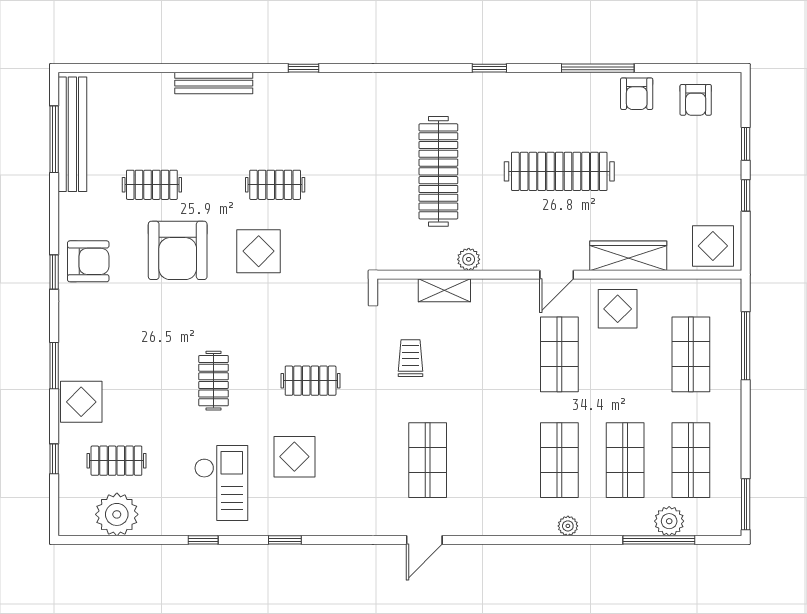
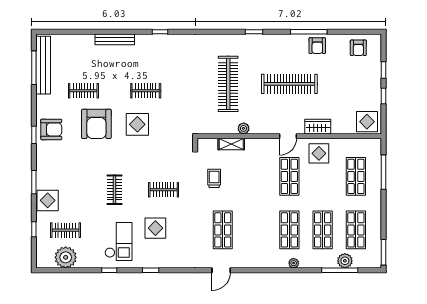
armchair: (637, 94) -> (317, 46), moved
wardrobe: (628, 256) -> (318, 127), width x0.67

